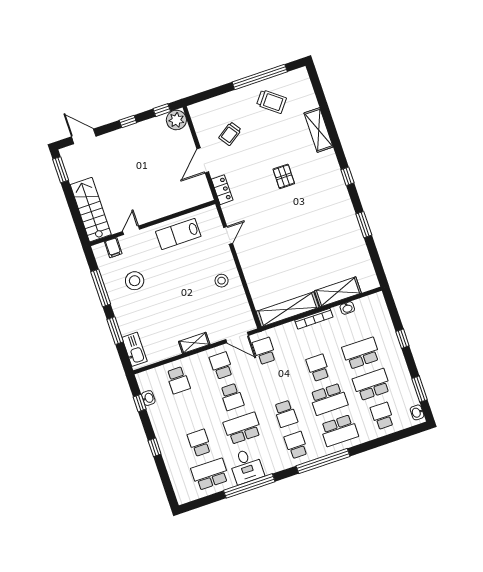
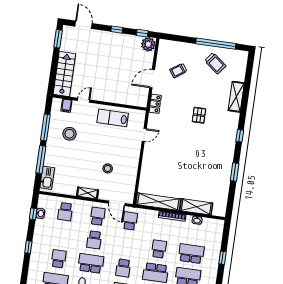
stool: (222, 281) -> (108, 168), moved
window: (115, 331) -> (41, 159), width x1.44

